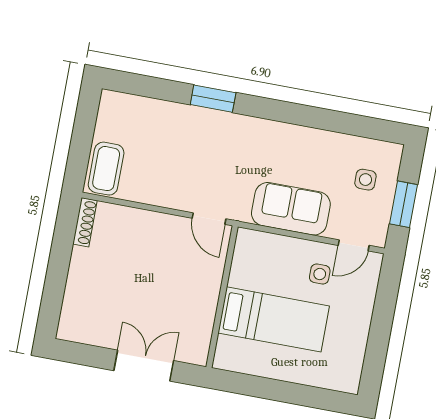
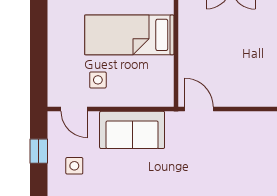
window: (404, 204) -> (39, 151), width x0.67
door: (354, 245) -> (74, 109), swing flipped

